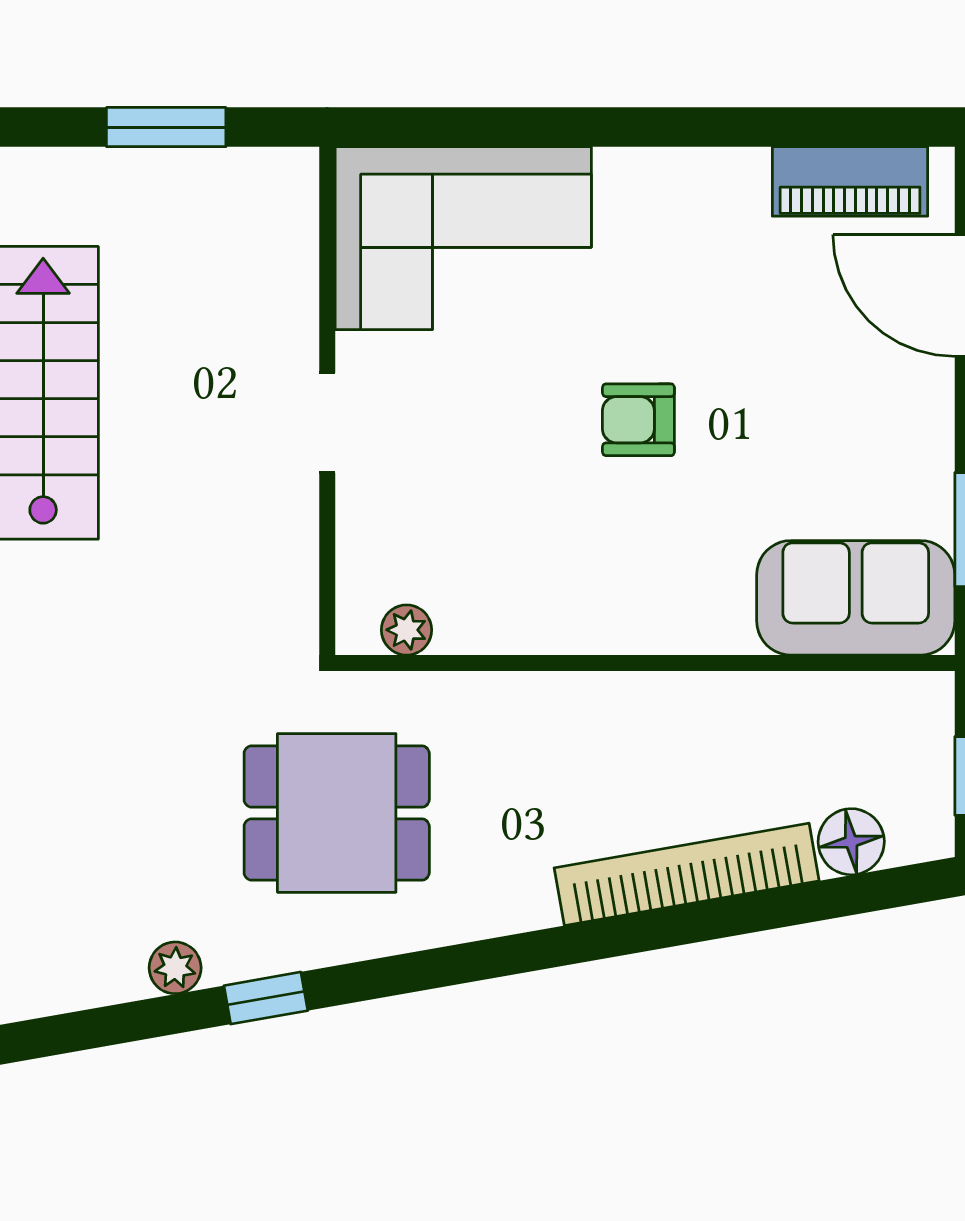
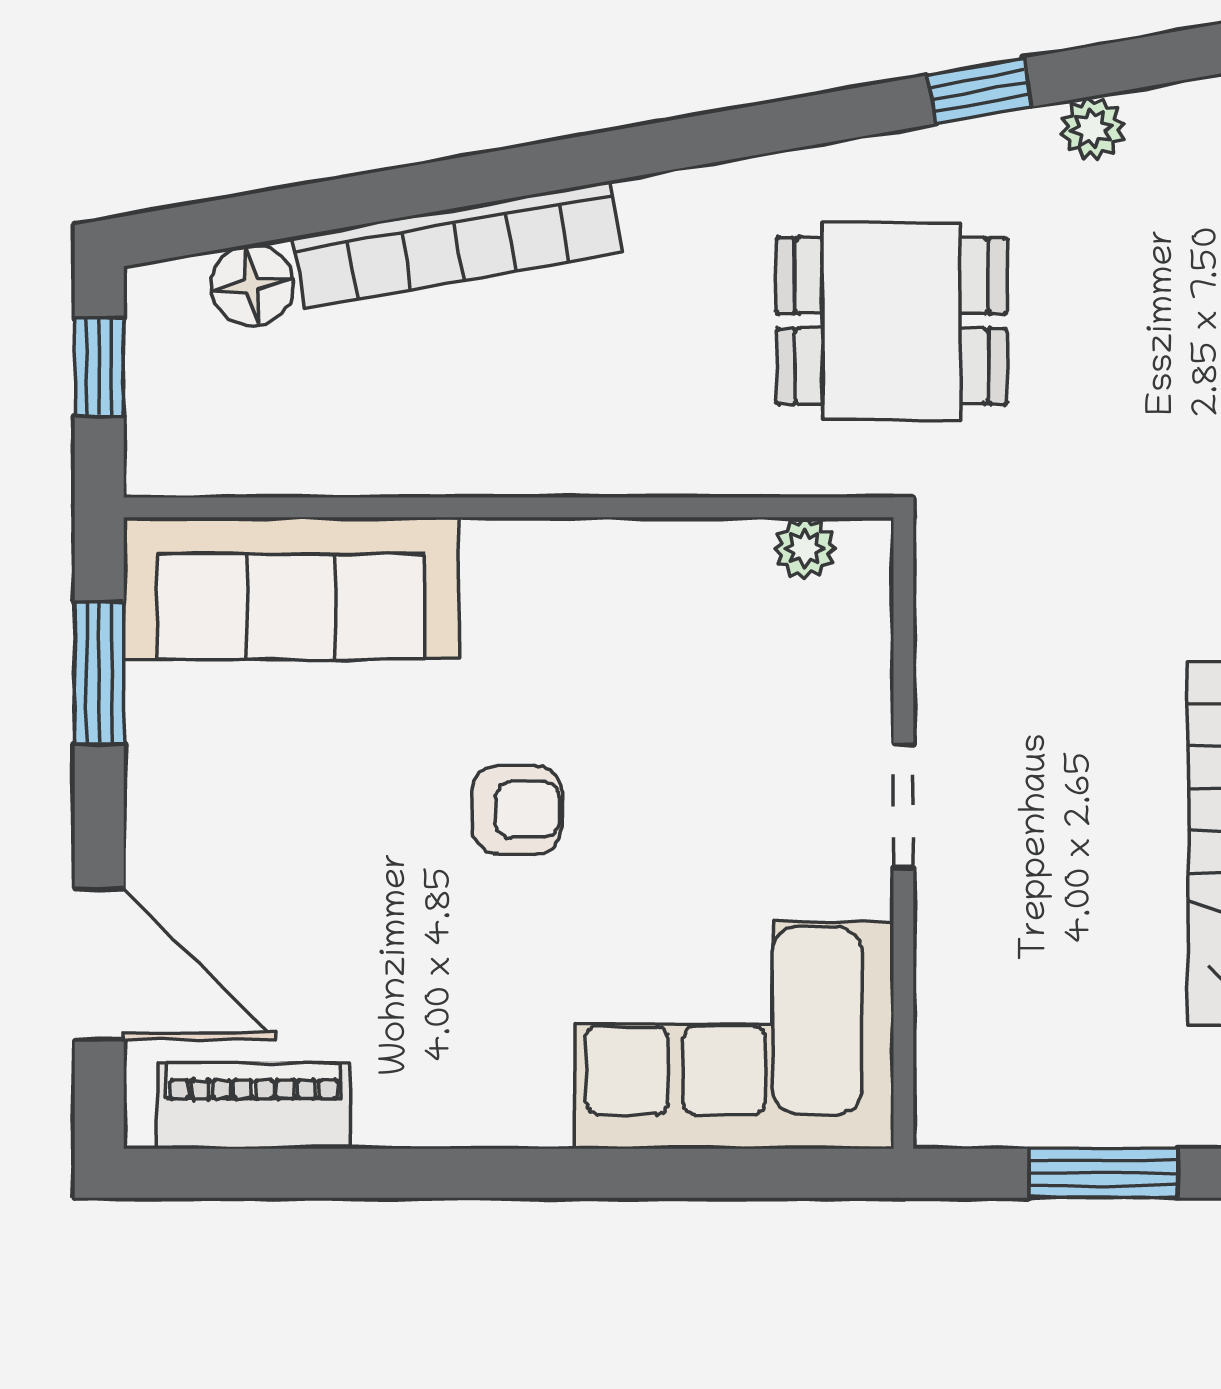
sofa: (856, 598) -> (291, 588), width x1.36

